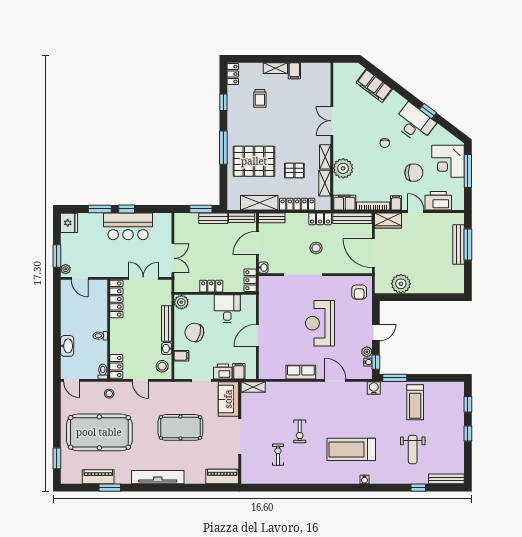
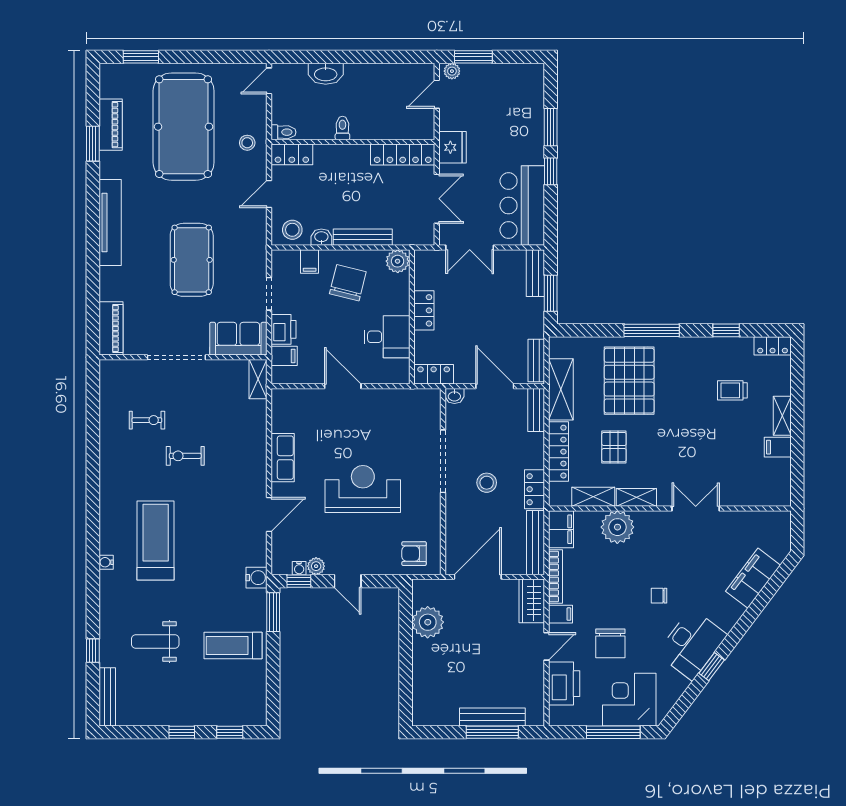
bench: (213, 218) -> (535, 273), moved
fridge: (69, 223) -> (452, 147), moved, turned -90
bar counter: (128, 226) -> (522, 206), moved

